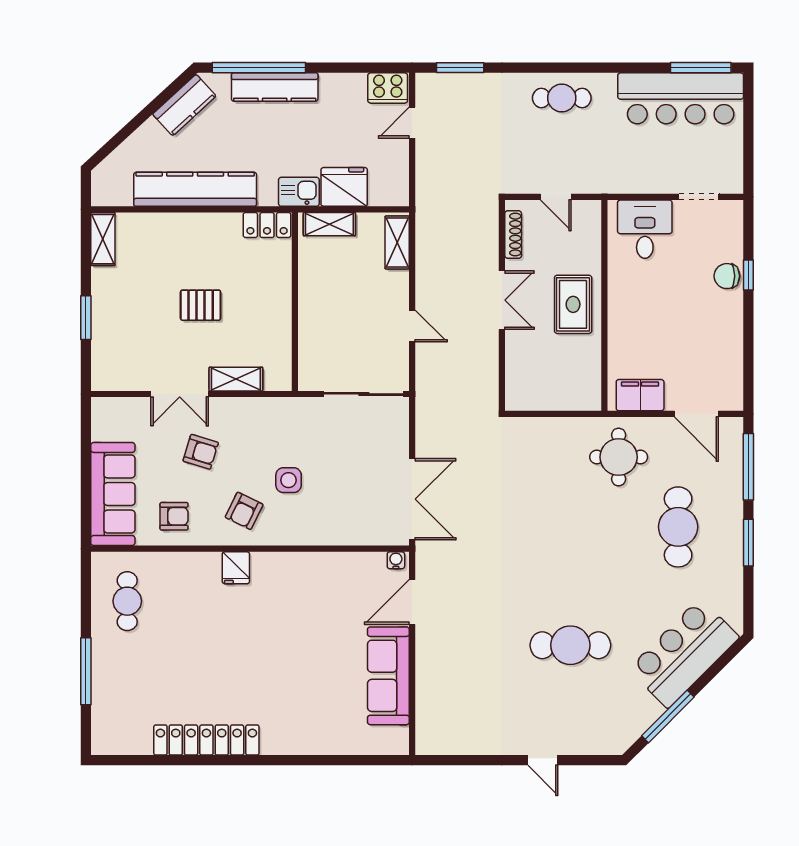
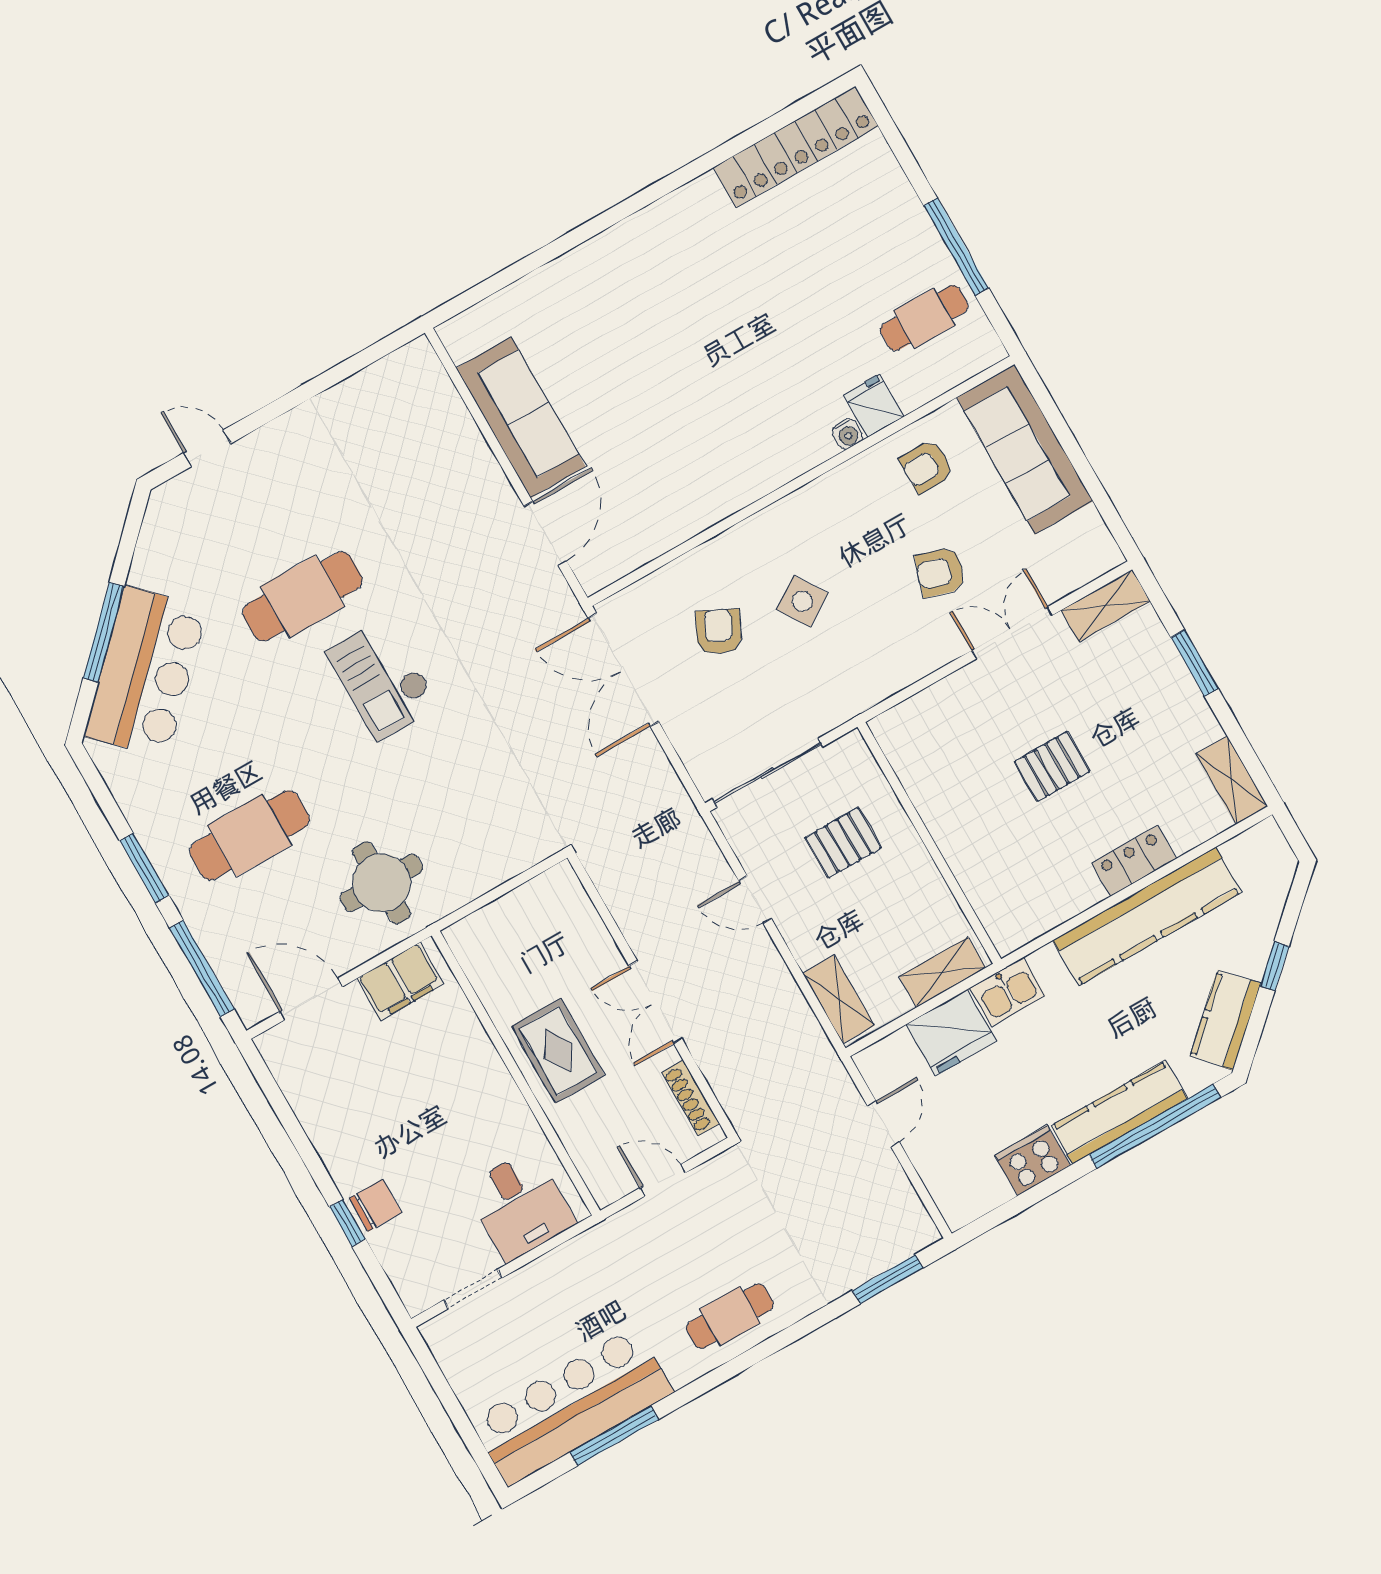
window: (701, 68) -> (614, 1436), moved
cooker: (388, 88) -> (1032, 1161), moved
window: (139, 120) -> (1274, 966), added
door: (412, 123) -> (883, 1124), moved
locker: (267, 225) -> (1134, 861), moved
pallet: (344, 330) -> (843, 843), added
shelving: (236, 379) -> (1105, 606), moved
side table: (289, 480) -> (802, 601), turned -33
armchair: (244, 511) -> (719, 632), moved
cafe table: (678, 527) -> (249, 835), turned 90
water cooler: (396, 560) -> (847, 434), moved
fridge: (236, 568) -> (874, 406), moved
checkout: (552, 572) -> (383, 679), added
cafe table: (127, 601) -> (924, 318), turned 90
window: (86, 671) -> (956, 247), moved
window: (668, 716) -> (104, 632), moved
locker: (206, 740) -> (796, 147), moved
door: (543, 760) -> (207, 448), moved

